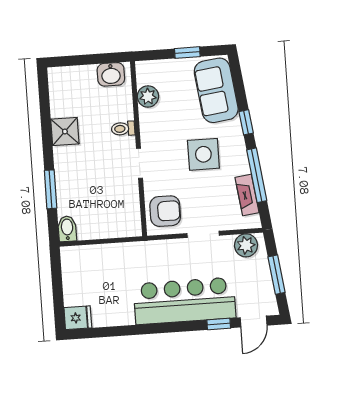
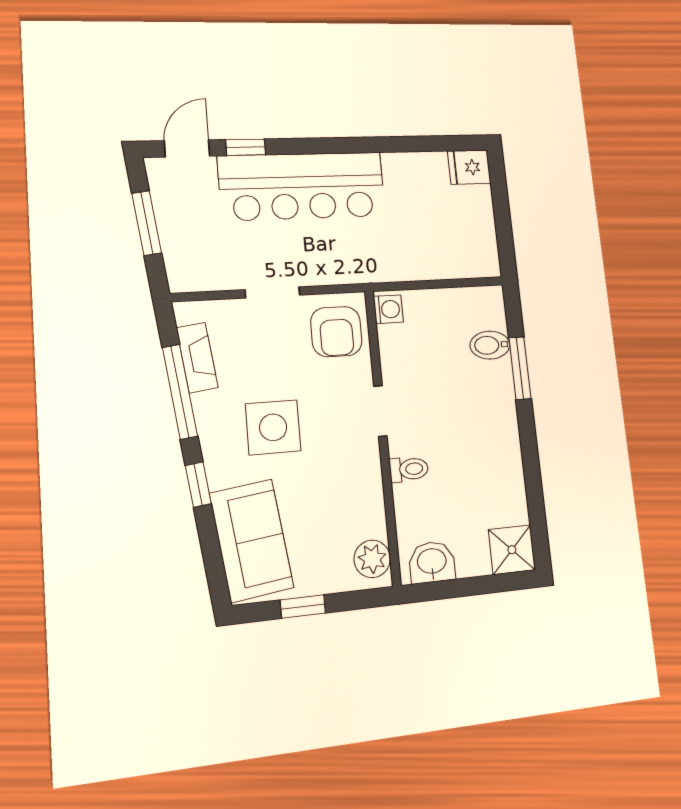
plant: (148, 96) -> (372, 559), moved
shower: (65, 132) -> (512, 550), moved
armchair: (165, 211) -> (336, 332), turned -90
washing machine: (133, 225) -> (388, 309), added
bidet: (67, 229) -> (490, 345), moved, turned 90
plant: (246, 245) -> (199, 273), removed

